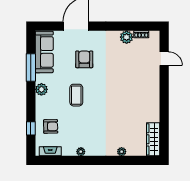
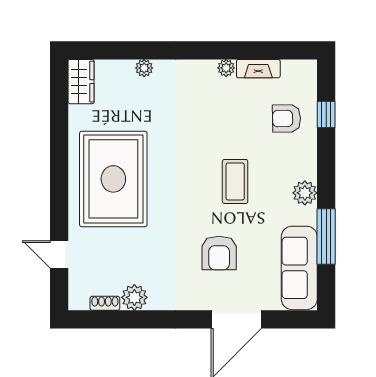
rug: (137, 96) -> (113, 179), added
wardrobe: (153, 139) -> (81, 82), width x0.67
fireplace: (50, 151) -> (258, 69), moved

